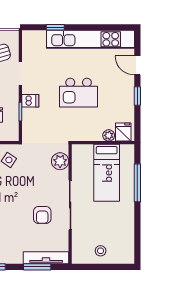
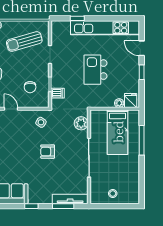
kitchen island: (79, 93) -> (96, 70), turned 90
dishwasher: (30, 101) -> (58, 93), moved
armchair: (42, 215) -> (48, 152), moved, turned 90

